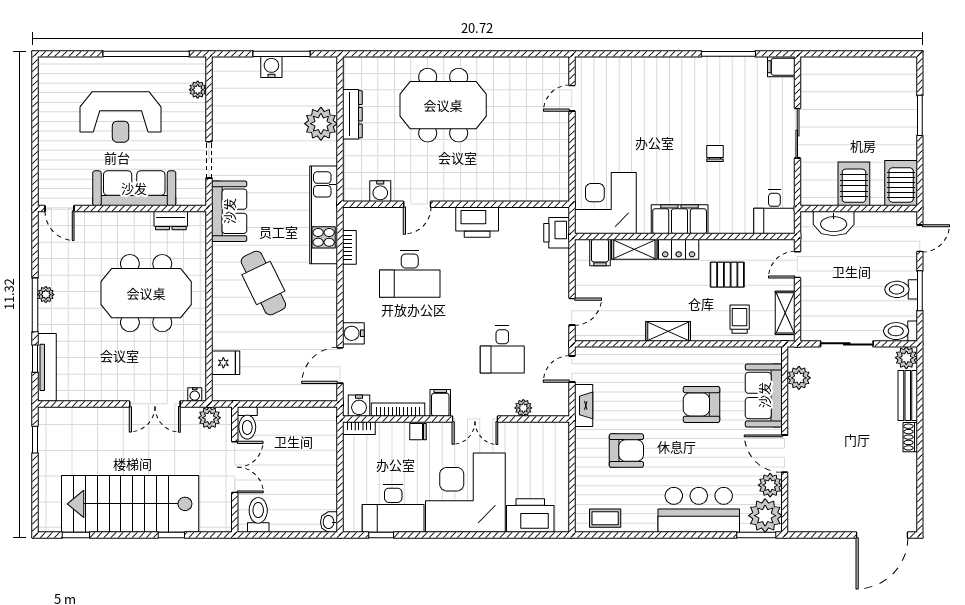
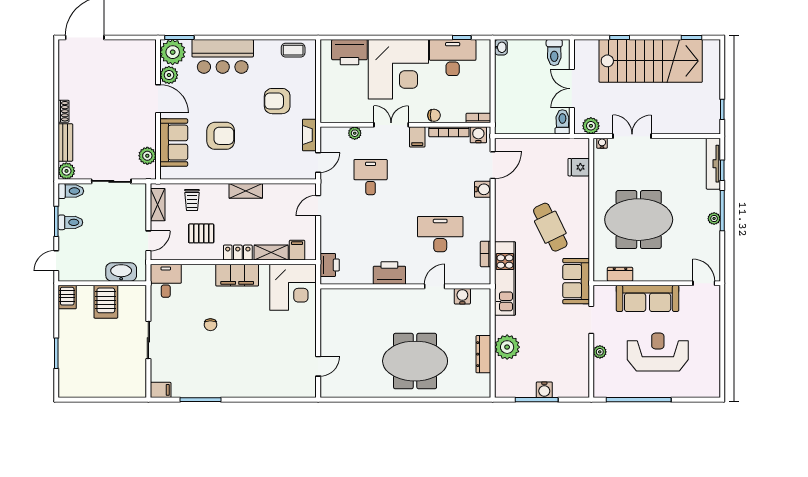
plant: (198, 90) -> (600, 352), moved
server rack: (901, 183) -> (67, 297), width x0.73, depth x0.70

